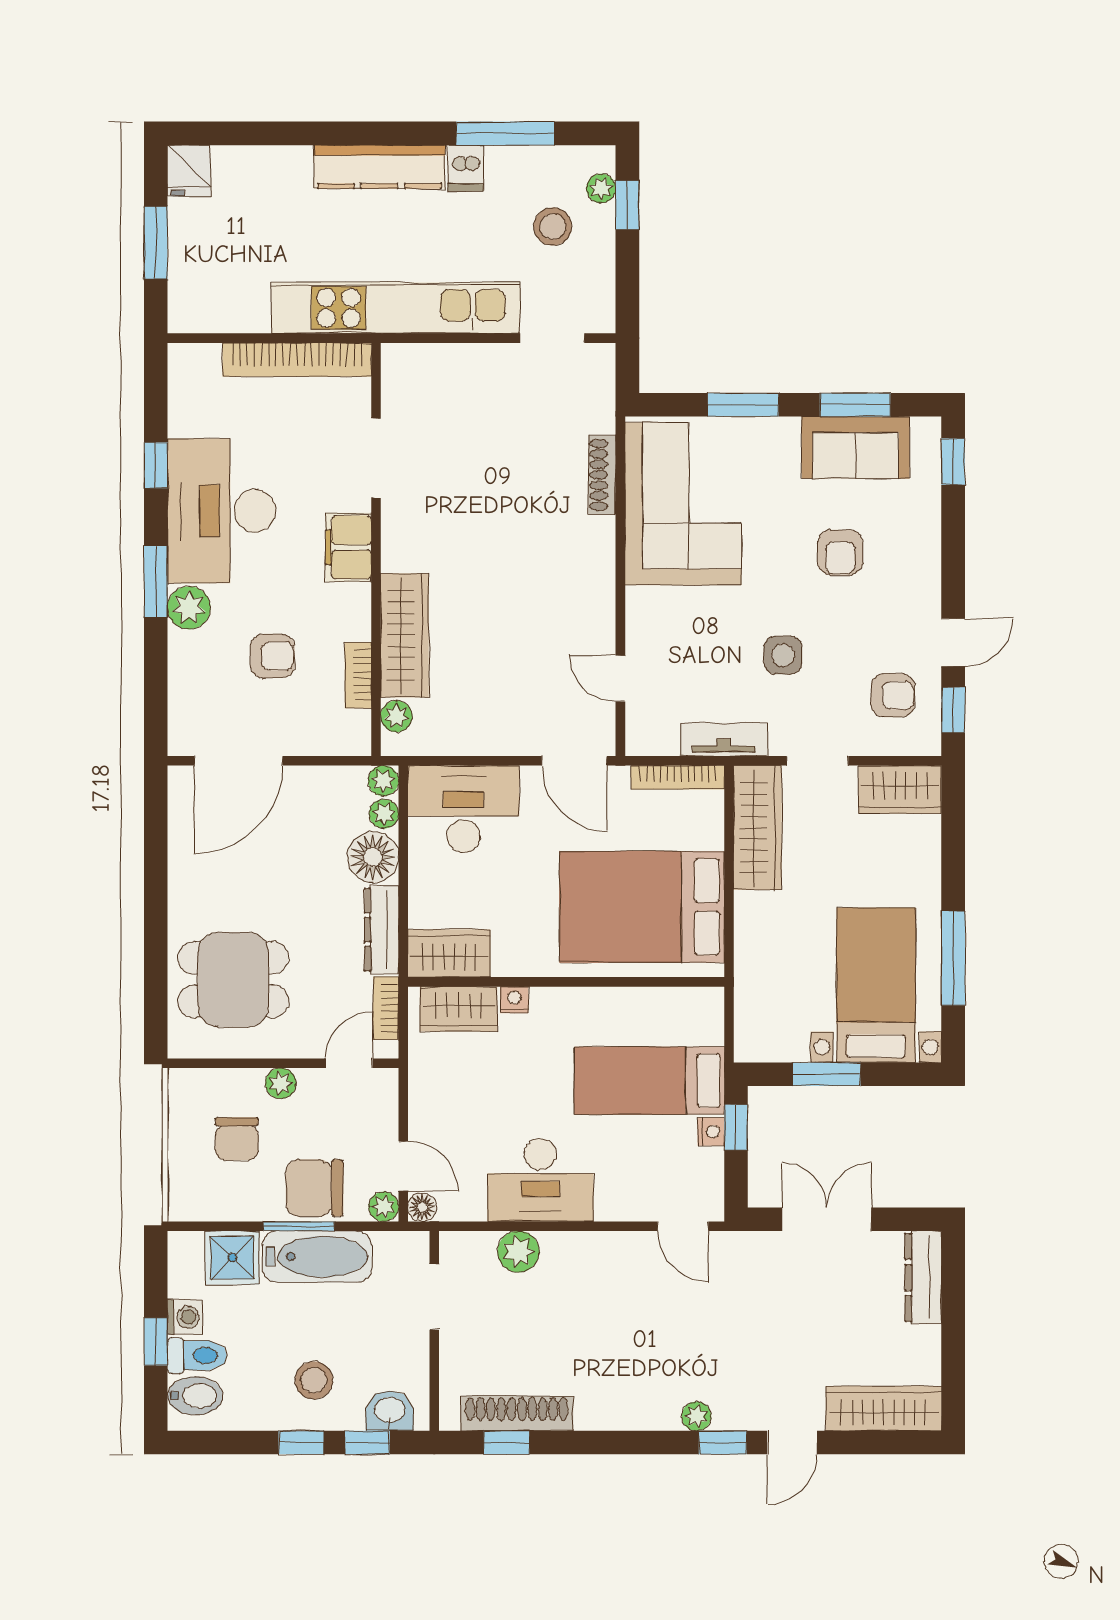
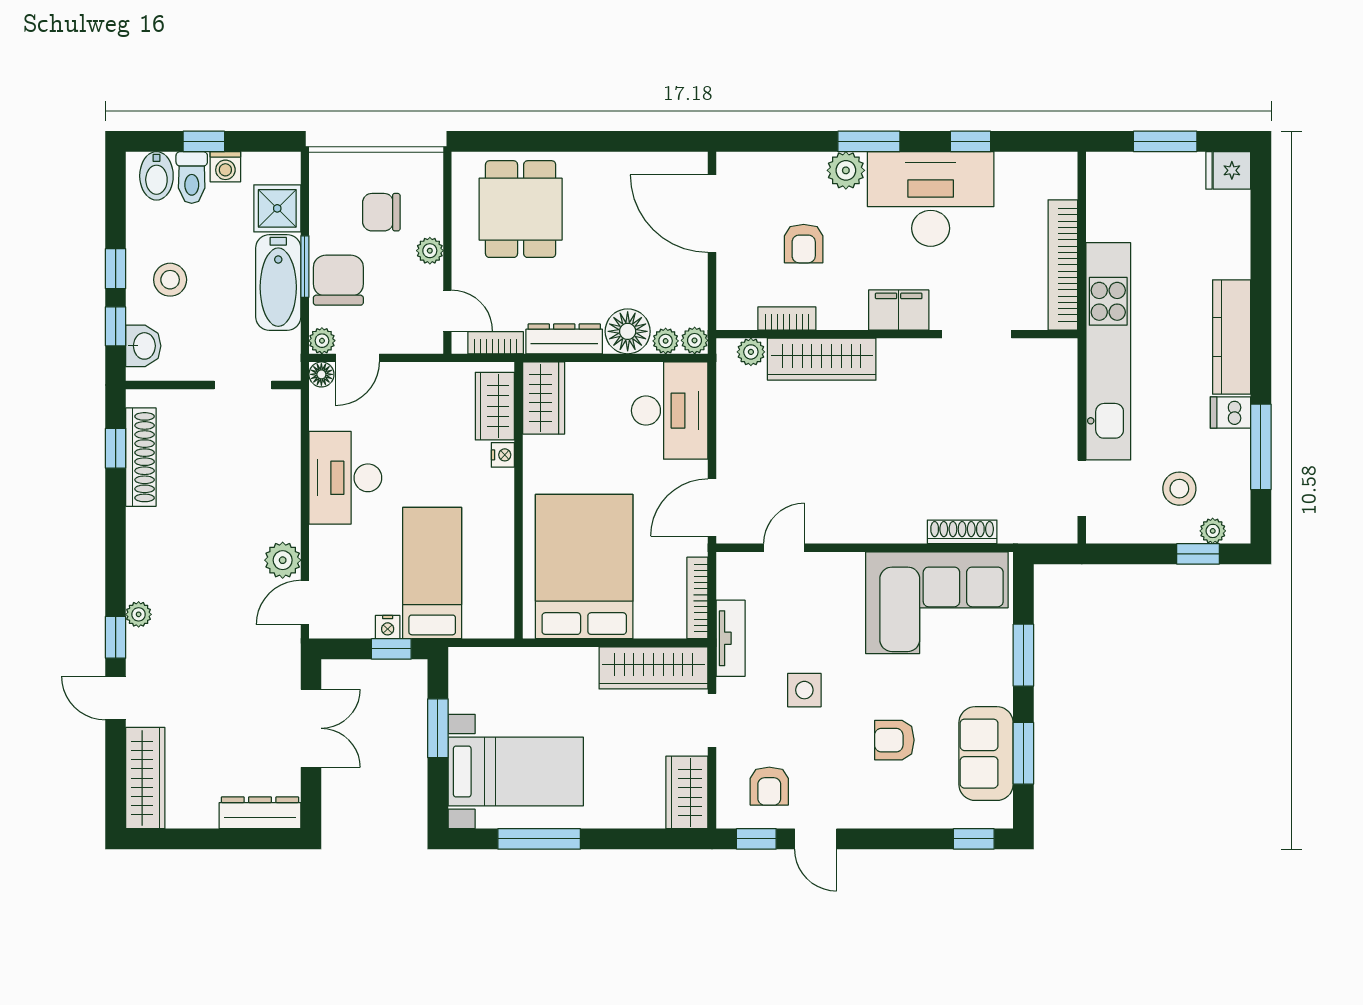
plant: (518, 1252) -> (283, 560), moved

